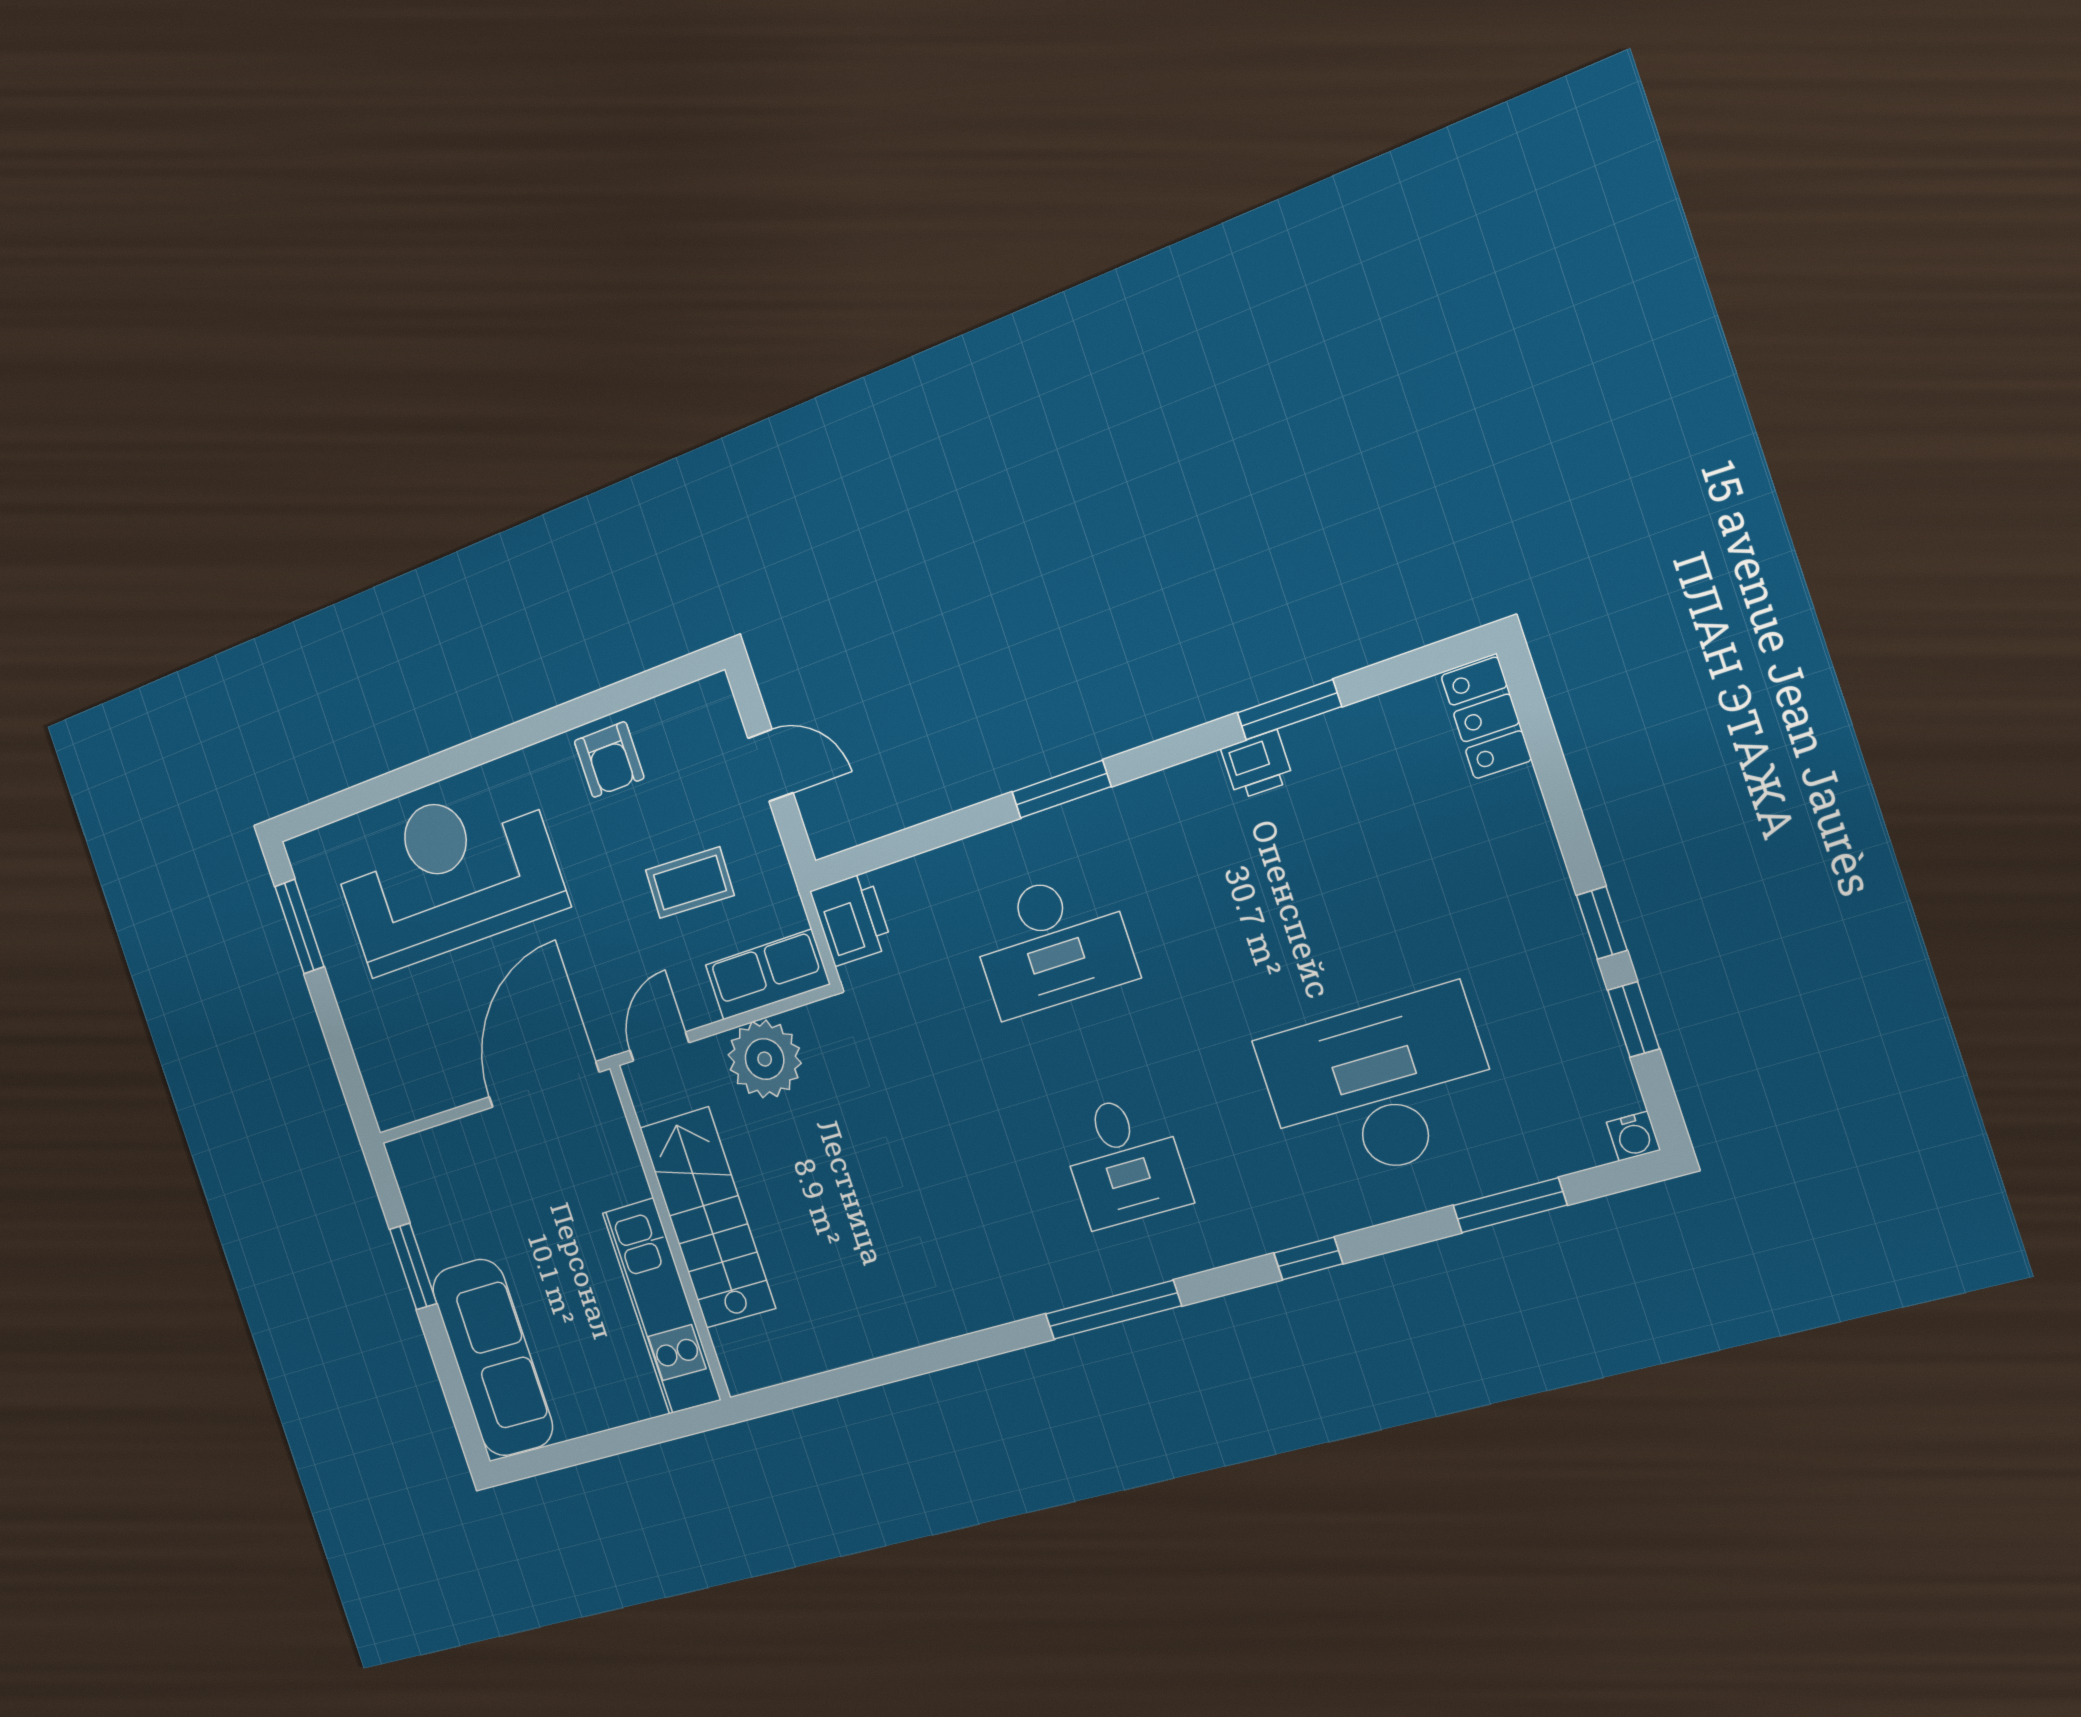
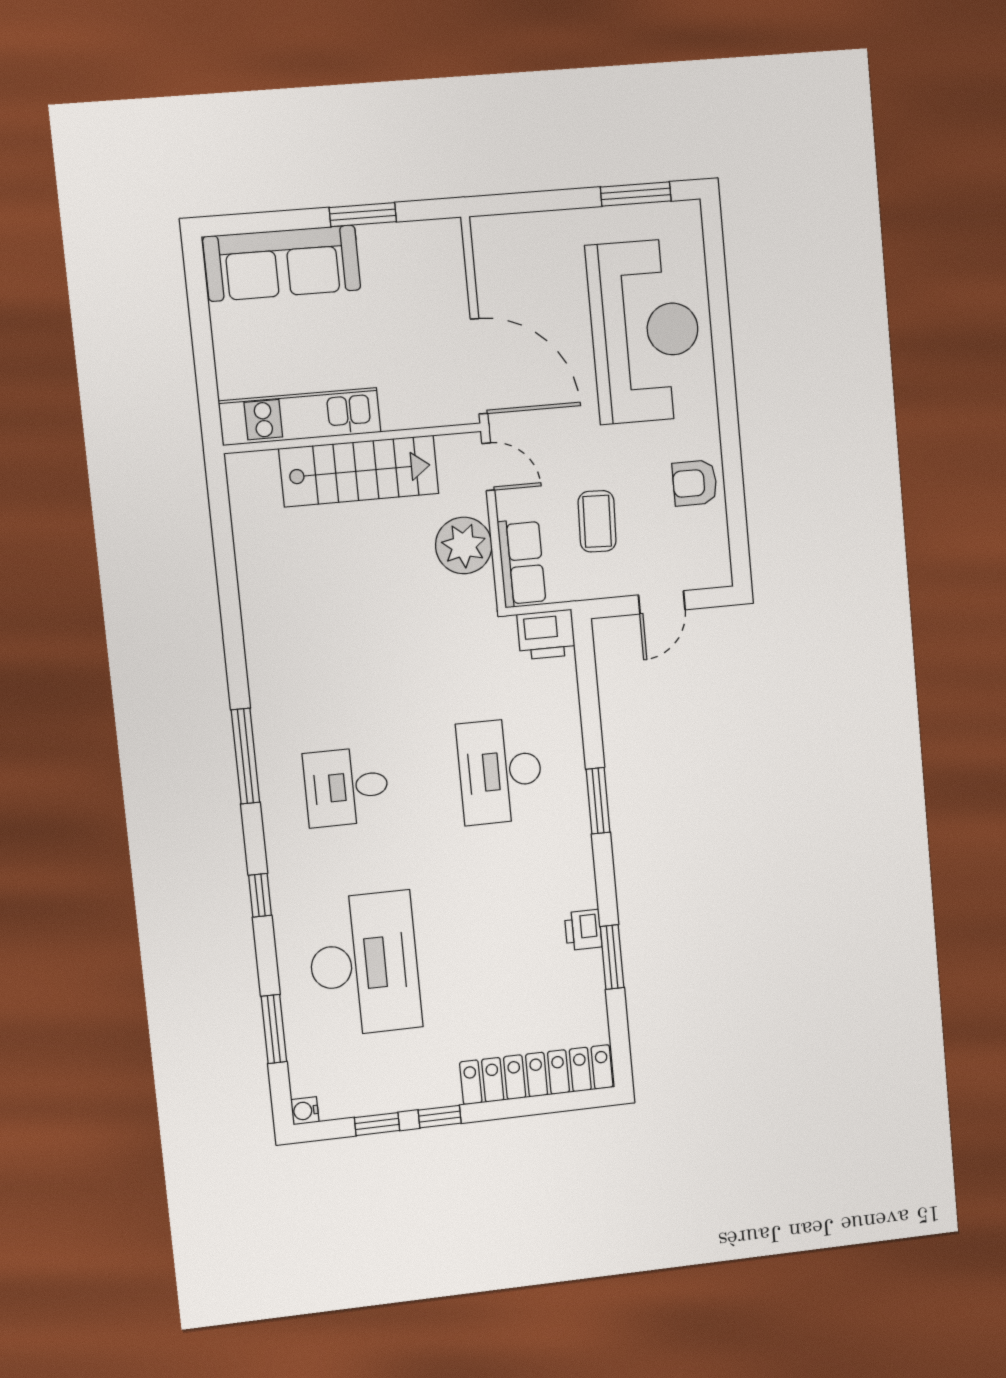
locker: (1486, 718) -> (537, 1075), width x2.16, depth x1.21

